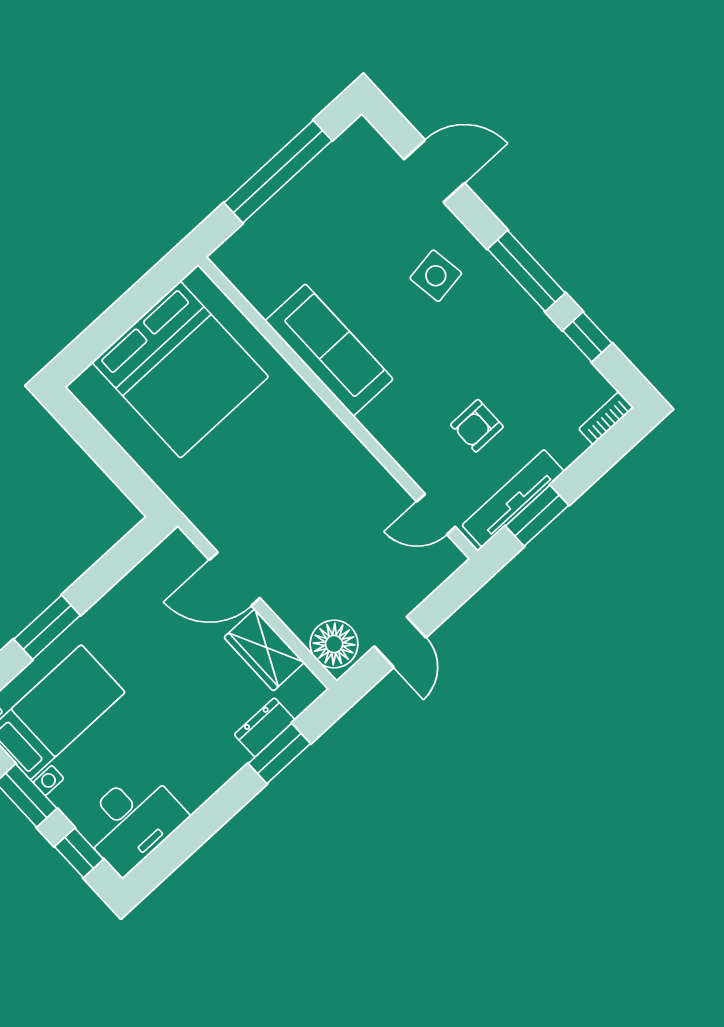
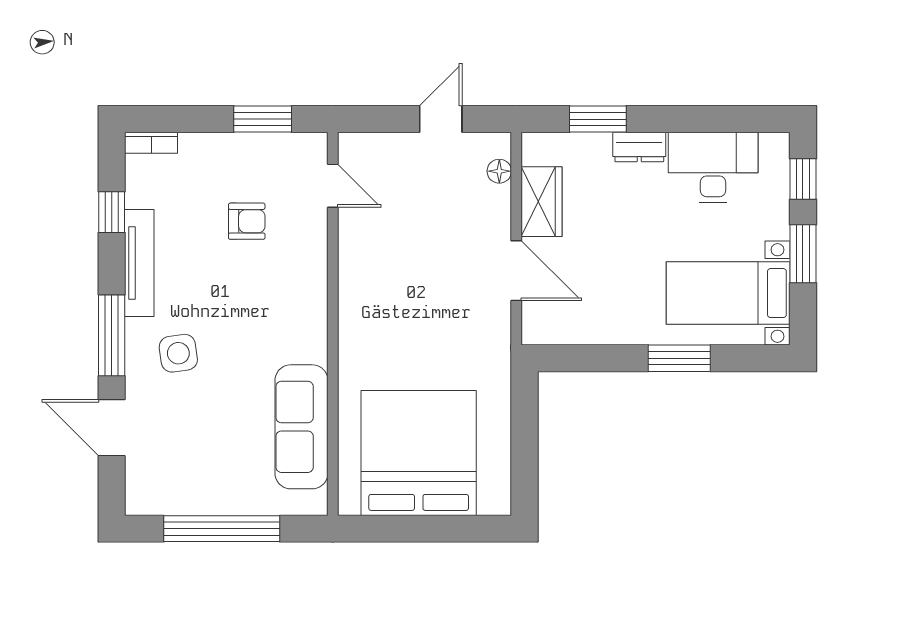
window: (526, 271) -> (112, 335), moved
sofa: (329, 350) -> (301, 427), moved
tv unit: (513, 498) -> (139, 263), moved, turned -90
floor lamp: (334, 644) -> (499, 171), width x0.53, depth x0.53
dresser: (265, 727) -> (639, 147), moved
desk: (132, 821) -> (713, 167), moved

